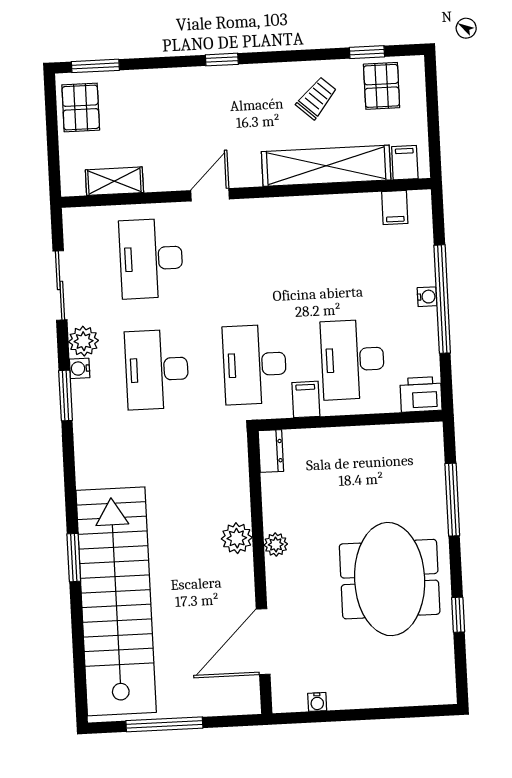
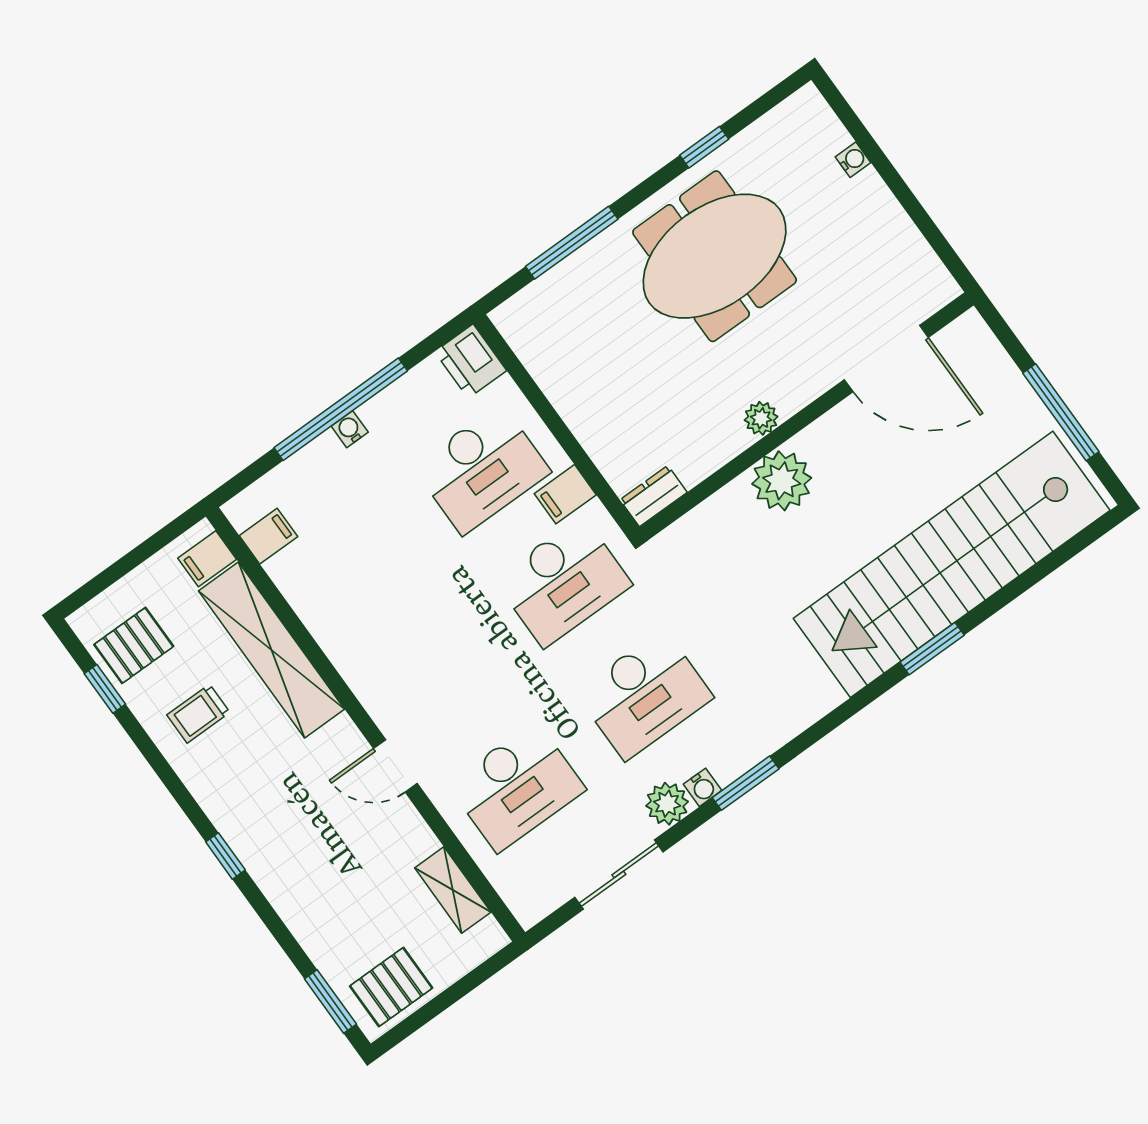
trolley: (316, 98) -> (198, 714), turned -42
plant: (237, 538) -> (782, 481), width x1.36, depth x1.36
water cooler: (317, 702) -> (853, 160), moved

